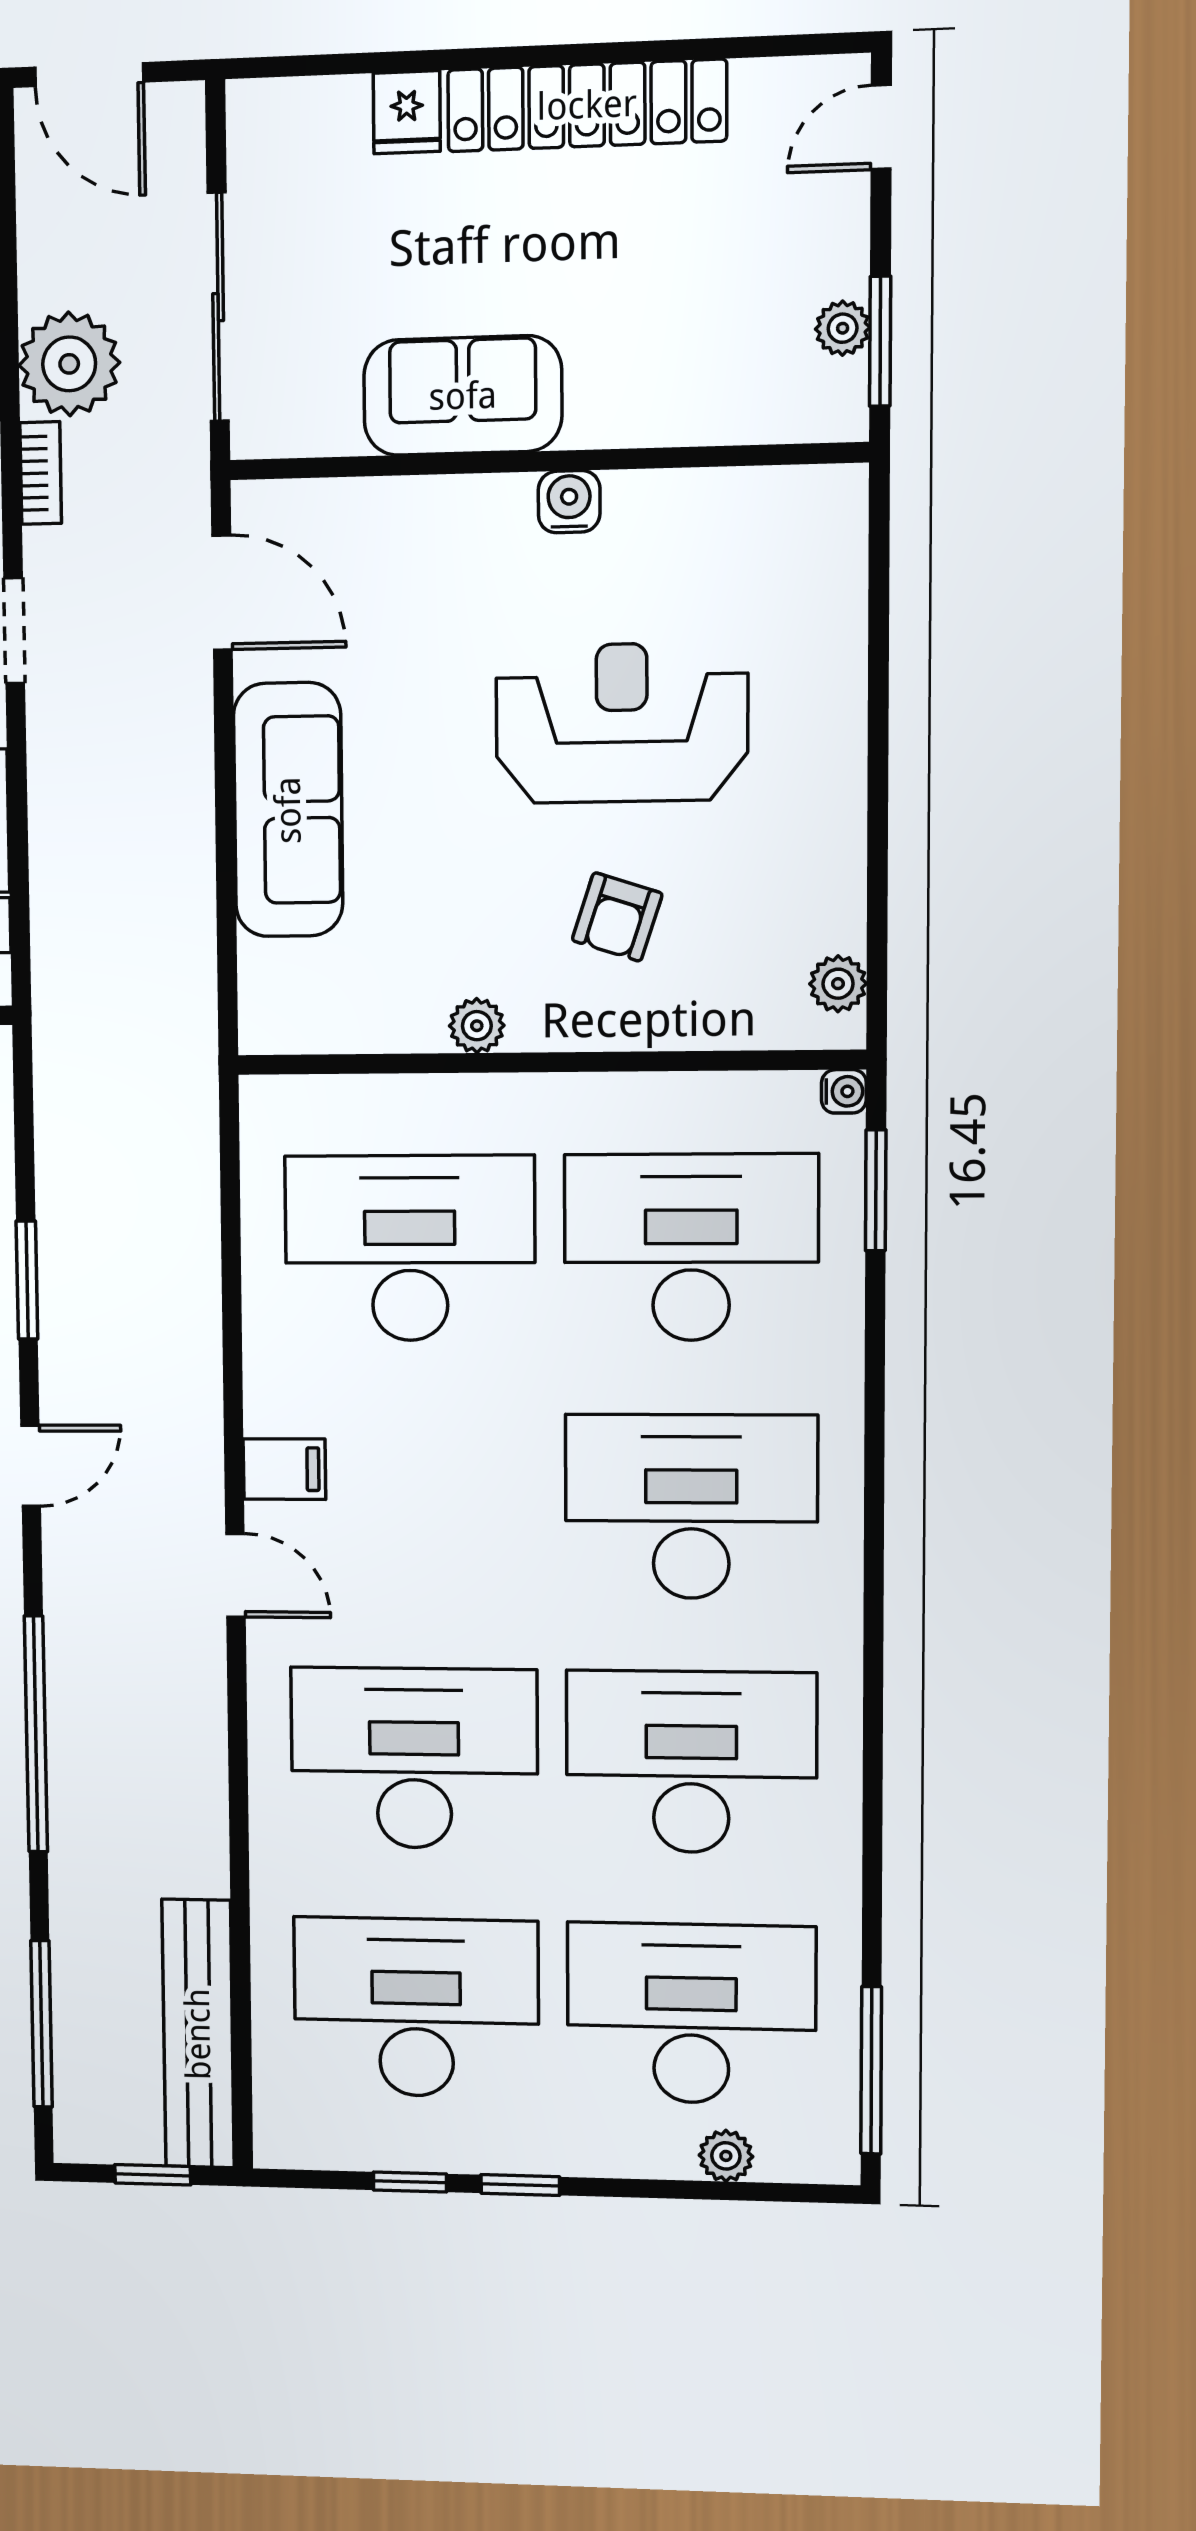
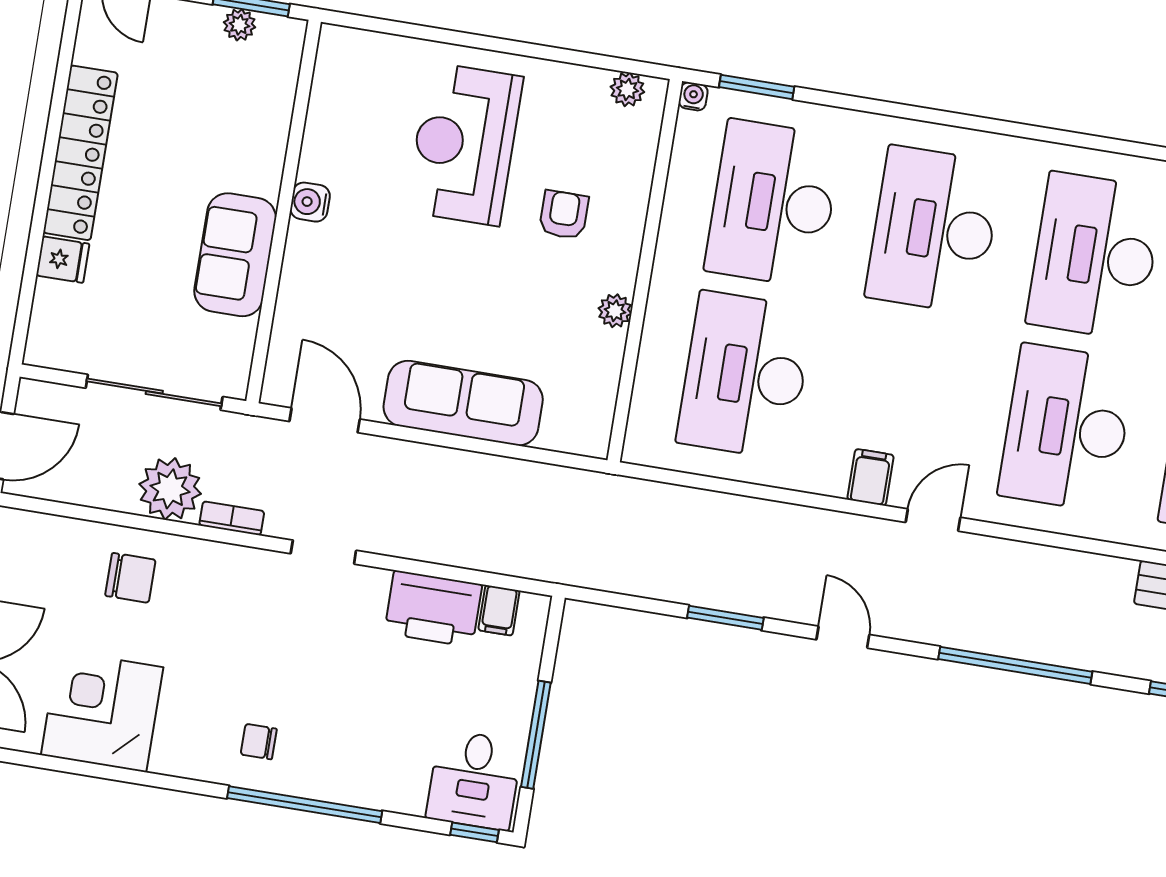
door: (222, 593) -> (325, 420), hinge flipped
reception desk: (622, 723) -> (464, 144), moved
armchair: (617, 917) -> (564, 215), turned -108

